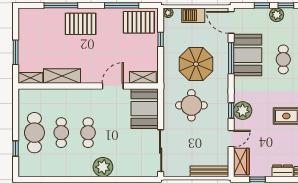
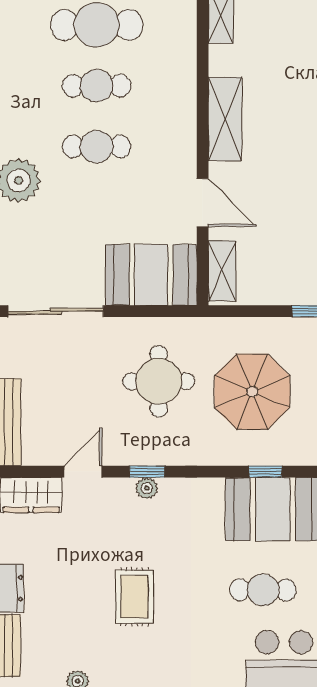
window: (231, 58) -> (265, 472), width x0.46
shelving: (62, 76) -> (225, 119), moved
plant: (243, 111) -> (147, 488), width x0.53, depth x0.53
door: (231, 139) -> (83, 472), swing flipped

